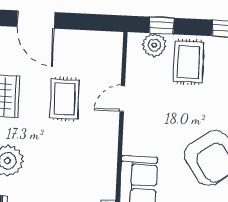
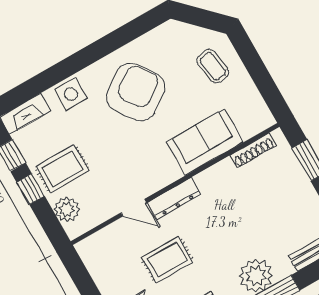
window: (162, 25) -> (31, 189), moved
dresser: (109, 135) -> (174, 198), added

